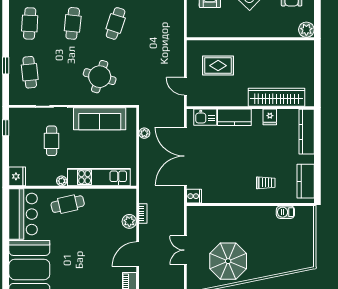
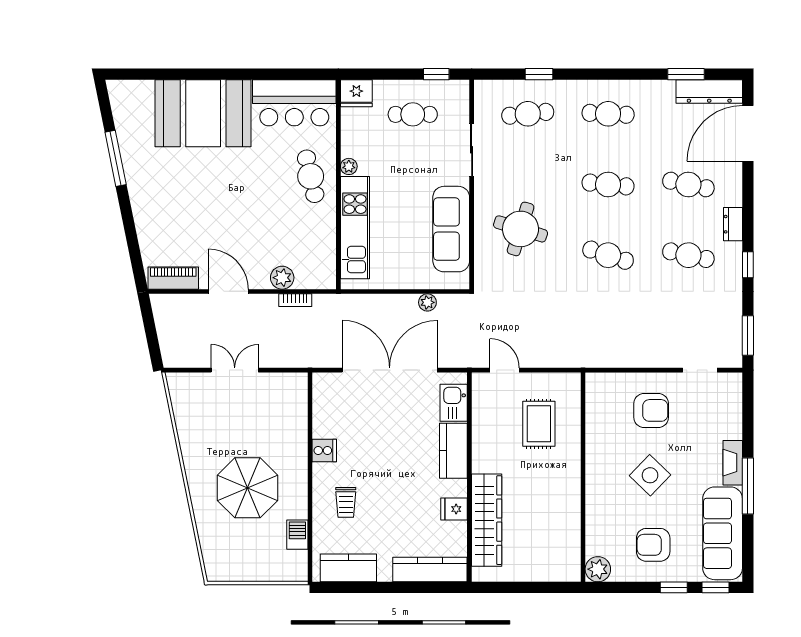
door: (185, 86) -> (505, 370), hinge flipped
cafe table: (52, 141) -> (413, 114), moved
cooker: (194, 196) -> (324, 451), moved, turned -90
parasol: (228, 261) -> (247, 488), moved

